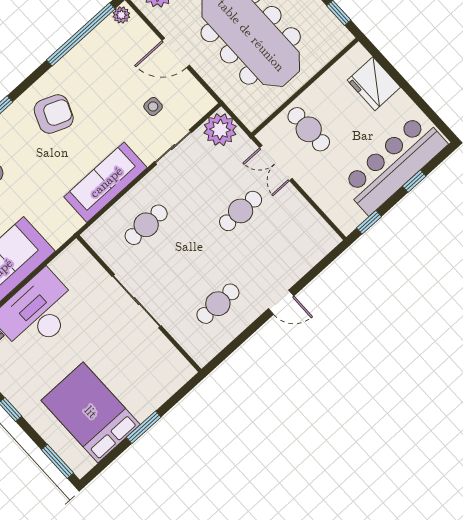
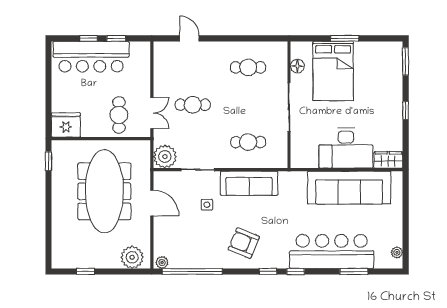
door: (176, 53) -> (152, 203), moved
fridge: (374, 84) -> (66, 125), moved, turned -90
side table: (153, 106) -> (207, 205), moved
window: (369, 222) -> (116, 38), moved
door: (281, 302) -> (189, 38), moved
floor lamp: (167, 352) -> (297, 66), added
bed: (91, 412) -> (333, 71), moved

